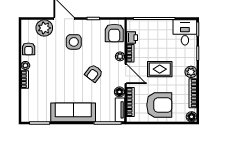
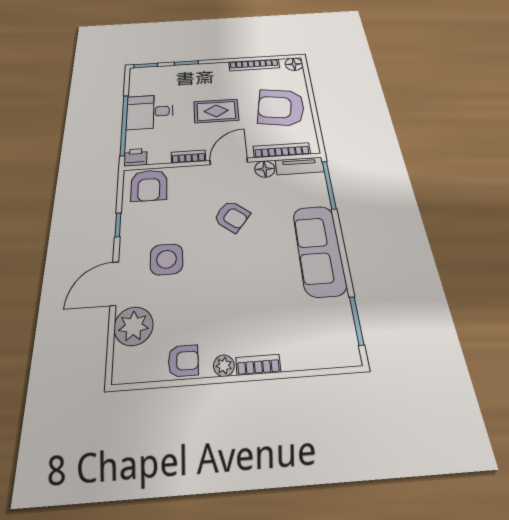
desk: (185, 32) -> (150, 112), moved
armchair: (114, 33) -> (149, 185), turned 90
printer: (132, 38) -> (135, 157), moved
plant: (120, 56) -> (195, 173), removed
rug: (160, 69) -> (216, 111), turned 90
plant: (191, 72) -> (218, 70), removed
armchair: (159, 105) -> (281, 107), turned -81

